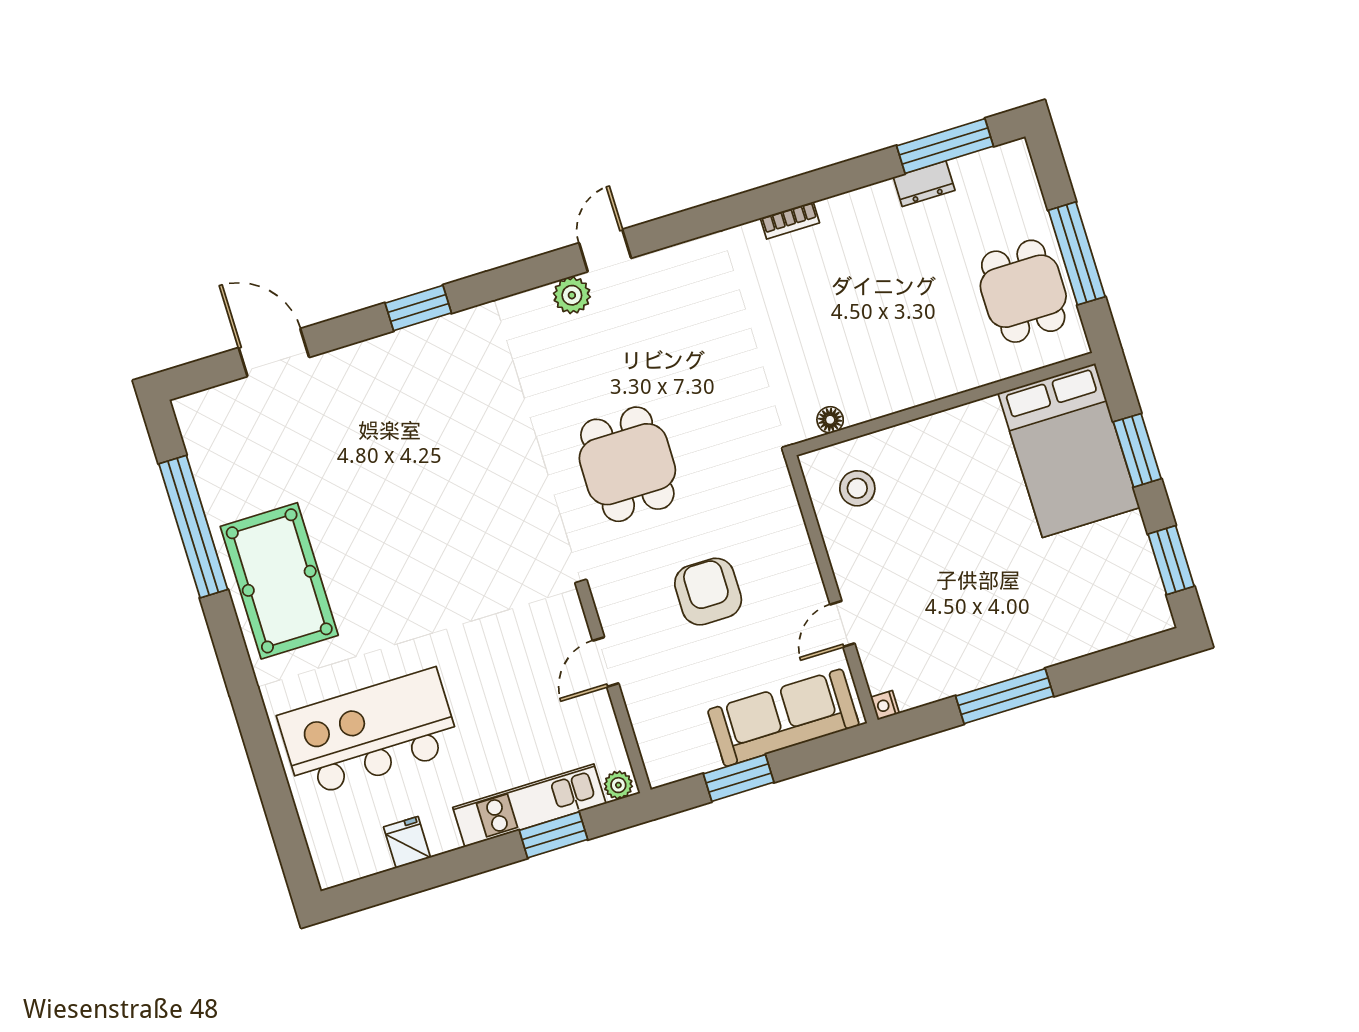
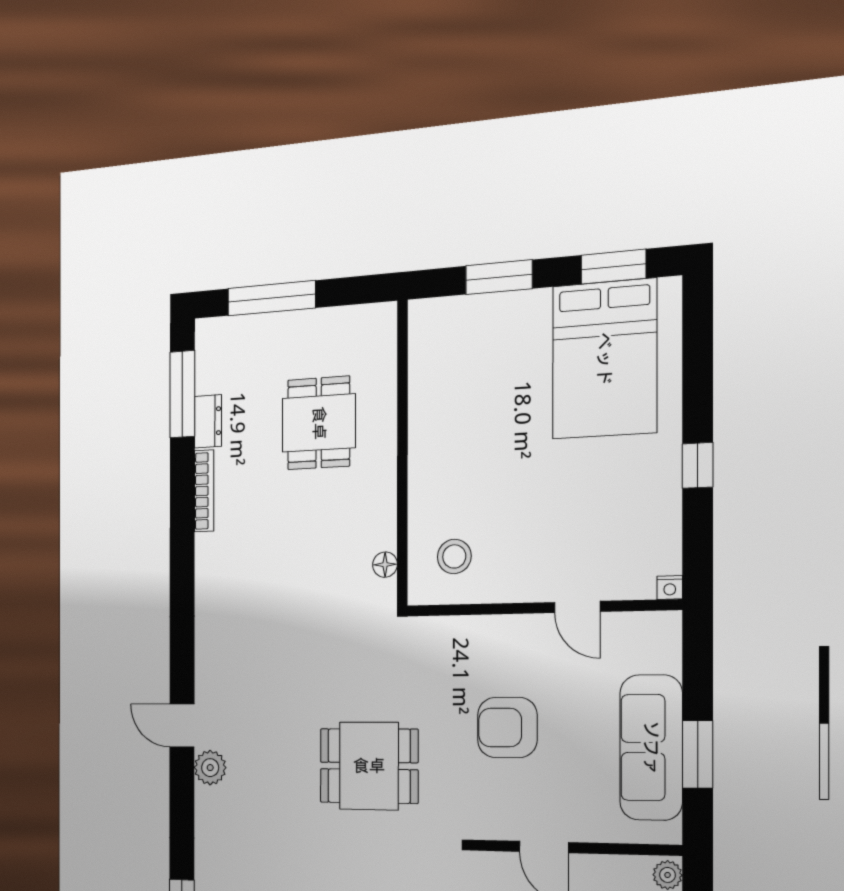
bookcase: (790, 220) -> (204, 491), moved, width x1.56
window: (1077, 253) -> (271, 298), moved
dining table: (1023, 291) -> (319, 423), moved, turned 90
bed: (1069, 450) -> (604, 359), moved, turned 90
window: (1005, 696) -> (698, 465), width x0.46
sofa: (783, 718) -> (651, 748), moved

